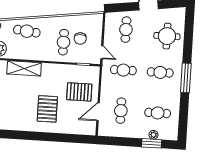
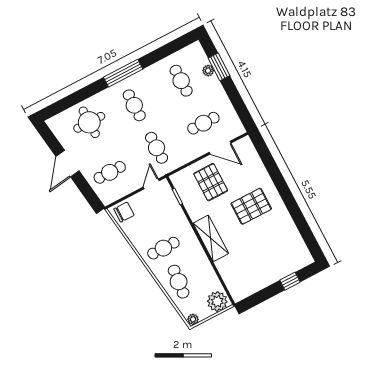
chair: (80, 38) -> (124, 212), moved
cafe table: (63, 42) -> (163, 248), moved
shelving: (24, 68) -> (211, 238), moved

